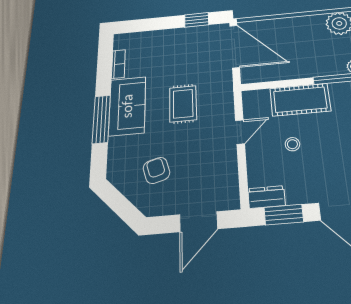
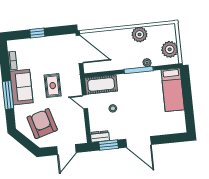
window: (197, 20) -> (37, 33), moved
cot: (300, 100) -> (101, 85), moved
door: (240, 132) -> (85, 102), swing flipped
armchair: (156, 170) -> (42, 124), width x1.88, depth x1.88

